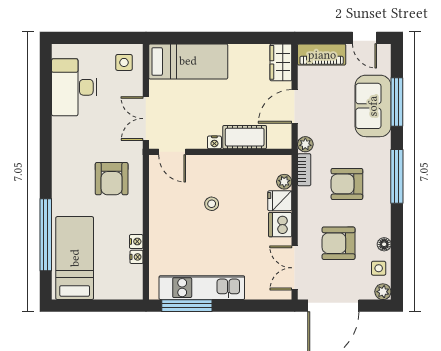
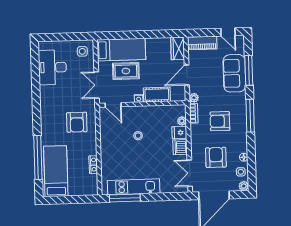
rug: (195, 97) -> (126, 71), added
armchair: (339, 243) -> (216, 157), turned 90

